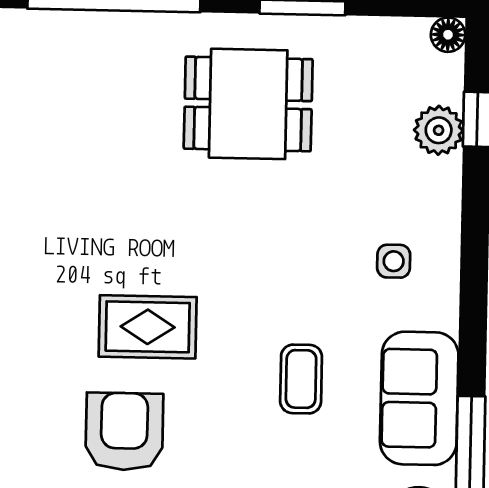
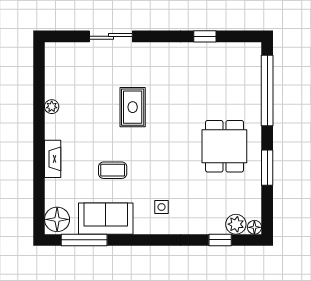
plant: (439, 130) -> (236, 224), moved
armchair: (124, 431) -> (90, 98), removed

